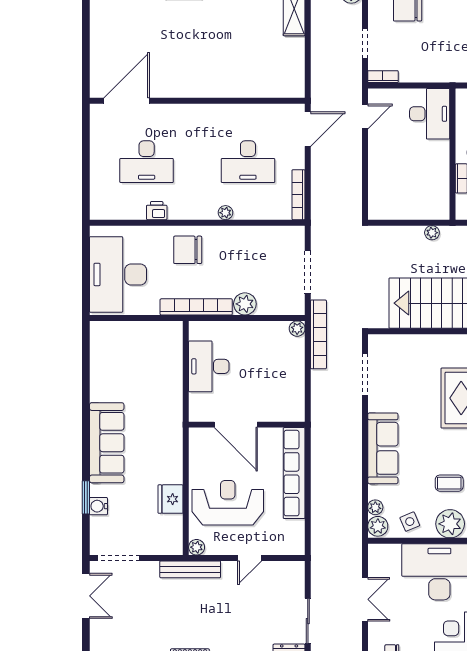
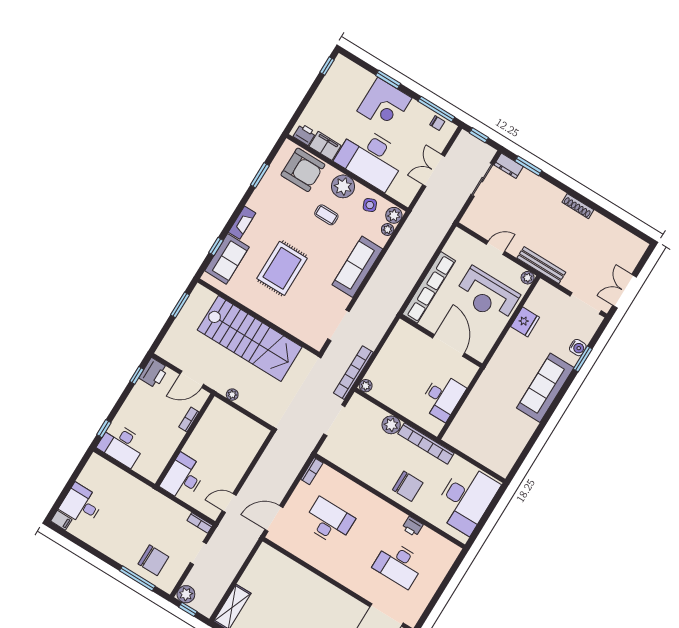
desk: (147, 162) -> (399, 564), turned 180
bookcase: (298, 195) -> (312, 471), width x0.64
plant: (225, 213) -> (366, 496), removed

